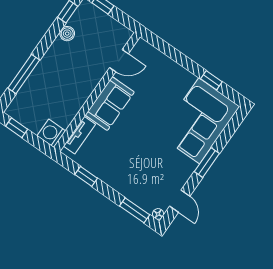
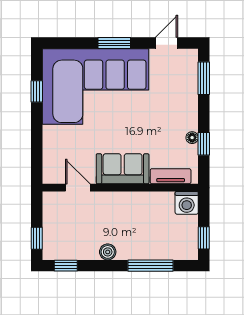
boiler: (67, 34) -> (108, 252), moved
corner sofa: (199, 121) -> (95, 86), width x1.36, depth x1.36
floor lamp: (158, 214) -> (192, 138), moved

